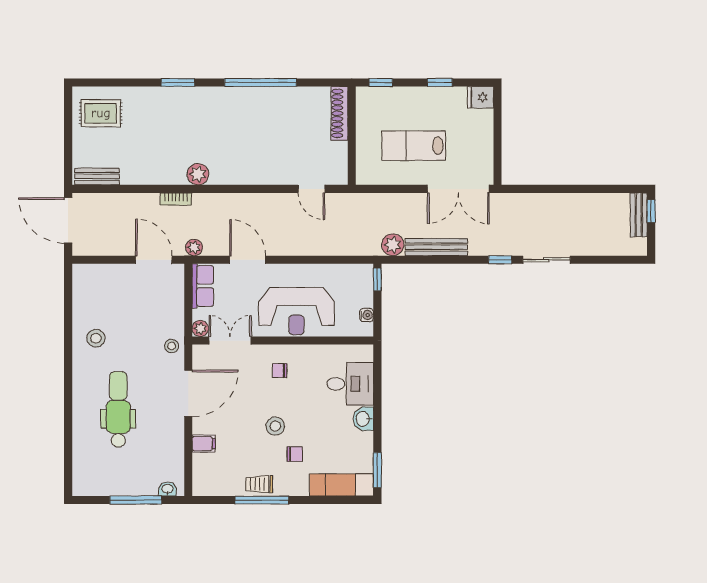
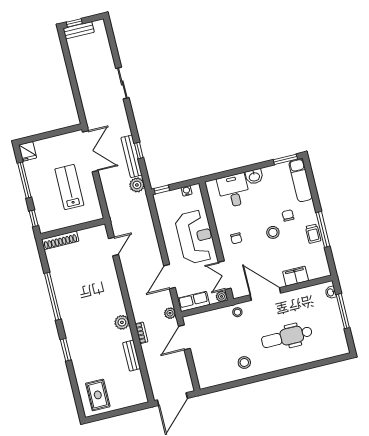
window: (440, 82) -> (24, 180), width x2.17
lab bench: (414, 146) -> (69, 187), turned 180
bench: (97, 176) -> (132, 356), moved
window: (500, 260) -> (139, 151), moved
filing cabinet: (204, 444) -> (296, 276), width x2.00

